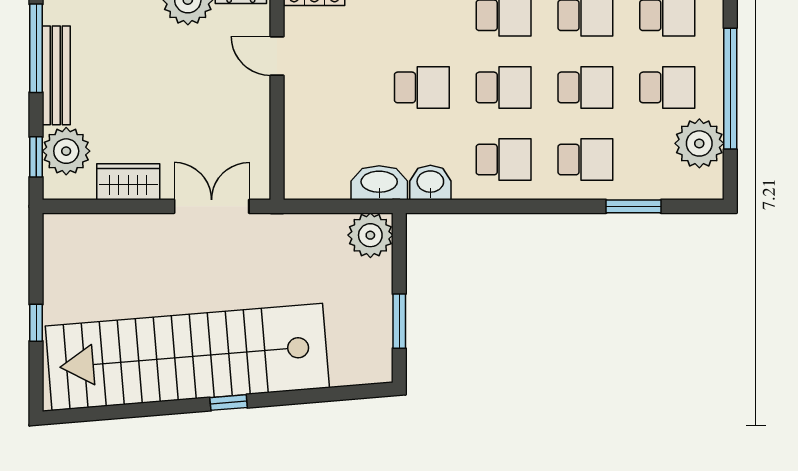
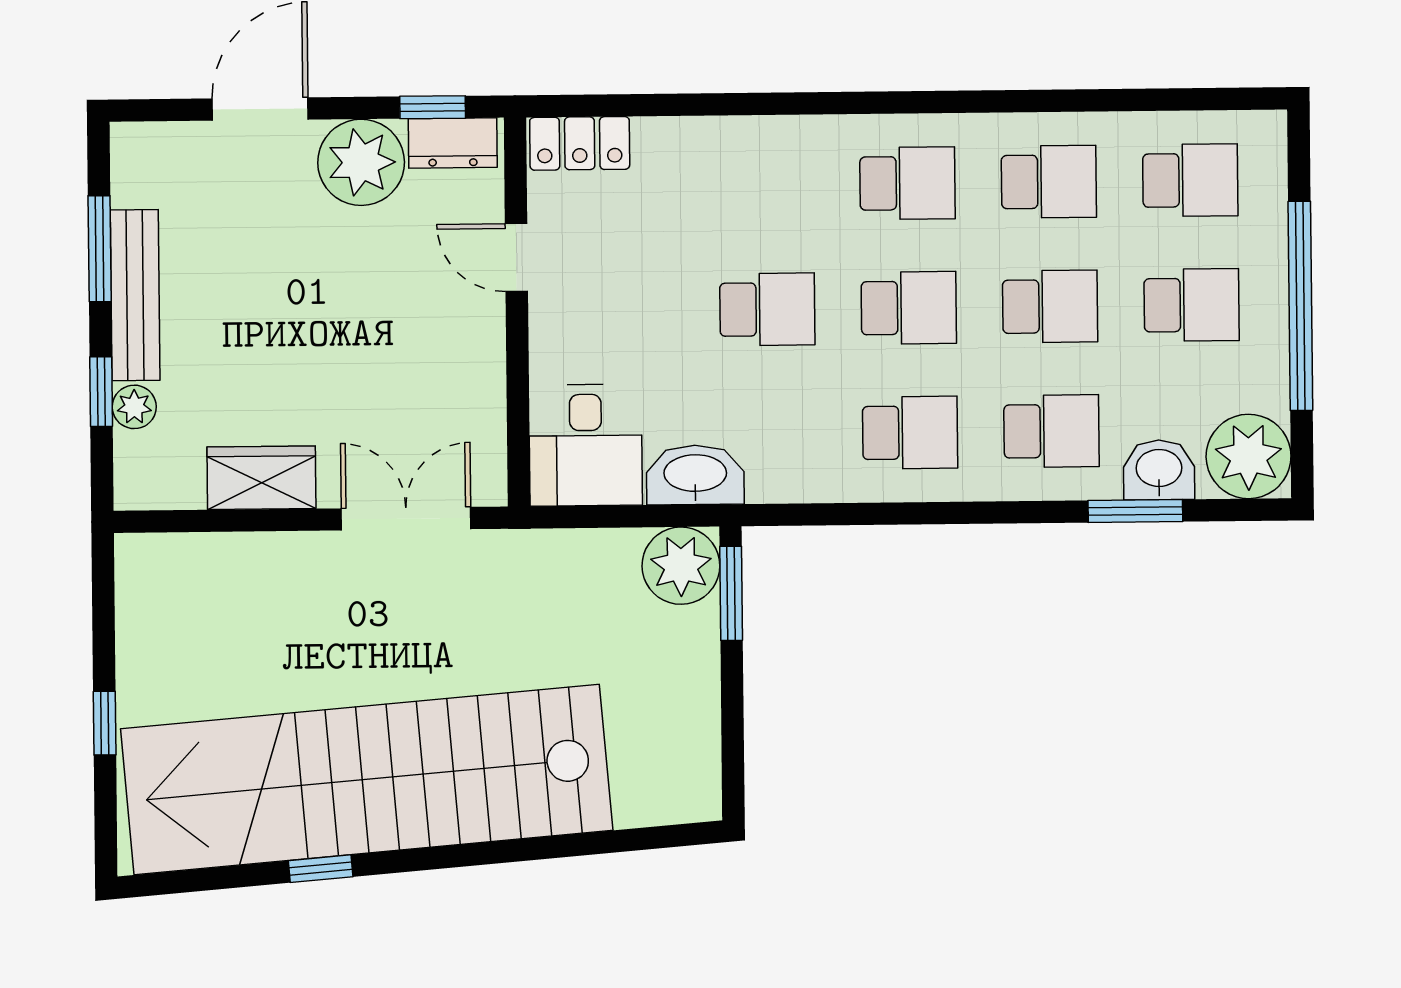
window: (36, 48) -> (100, 249), width x0.69
plant: (699, 143) -> (1249, 456), moved
plant: (66, 151) -> (134, 407), width x0.53, depth x0.53
window: (36, 157) -> (101, 392), moved
desk: (316, 165) -> (586, 445), added
washbasin: (430, 183) -> (1159, 470), moved
window: (399, 321) -> (731, 593), moved
window: (229, 403) -> (321, 869), moved

